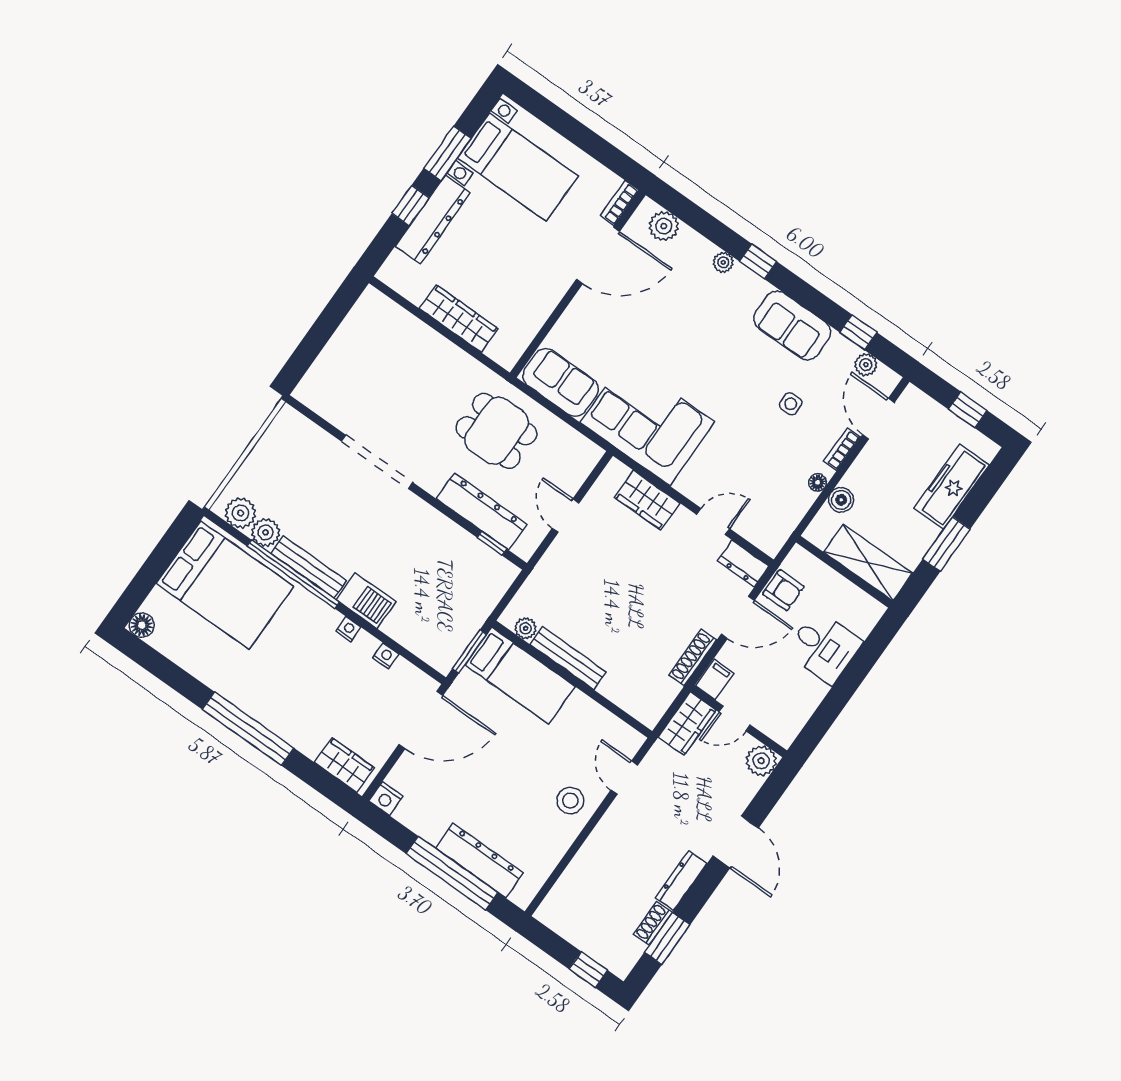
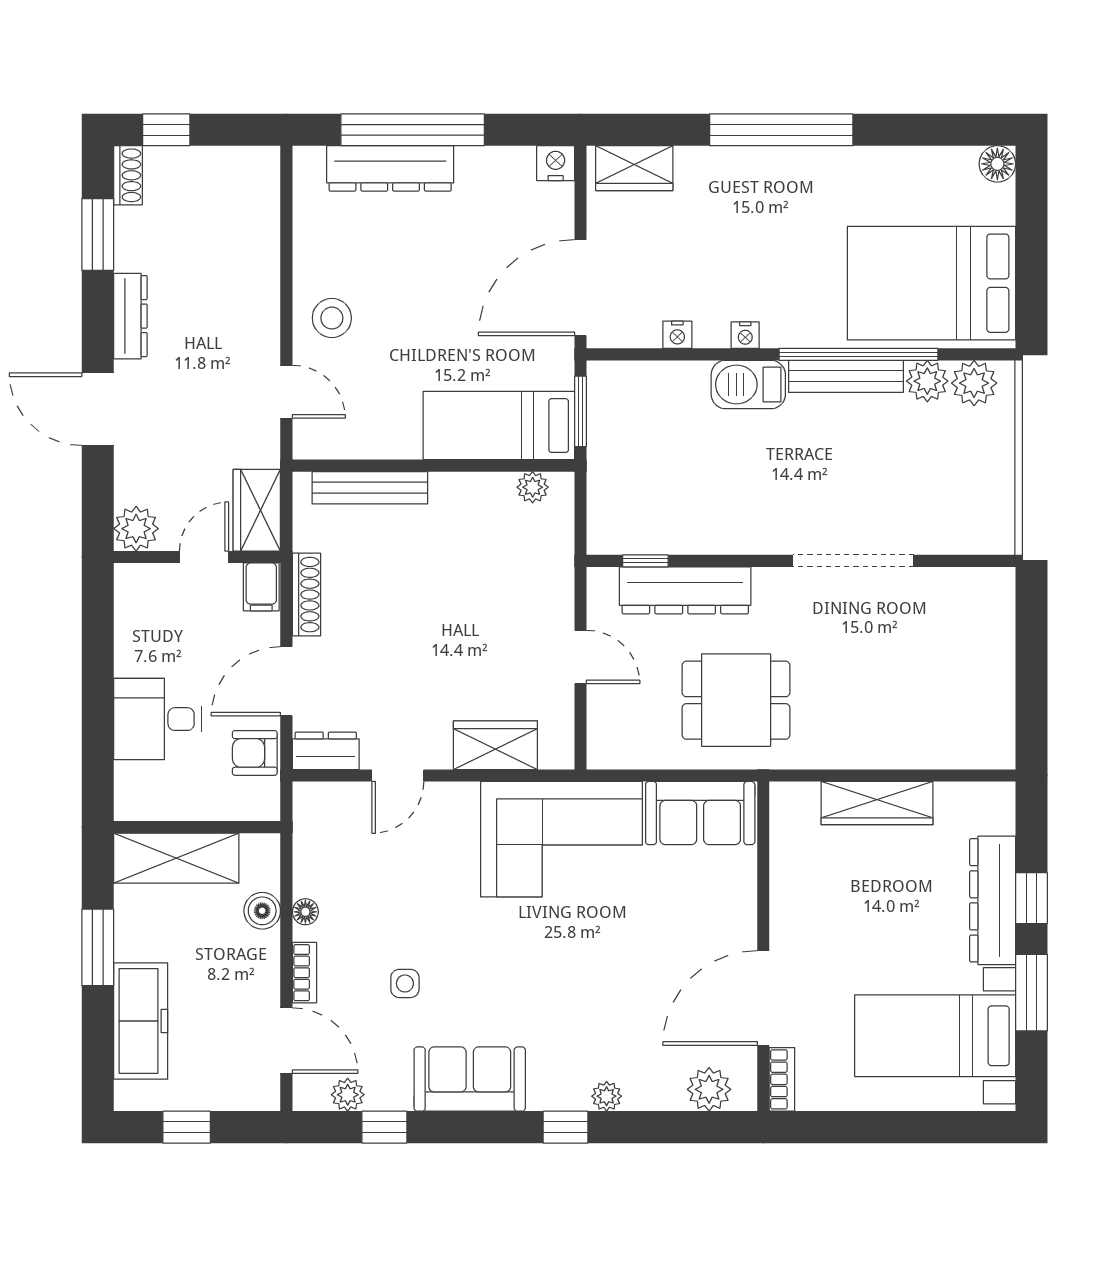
bench: (568, 658) -> (370, 488), moved
shoe rack: (653, 923) -> (128, 175), moved

